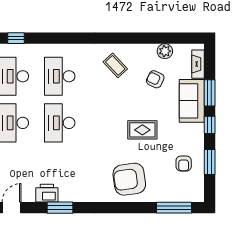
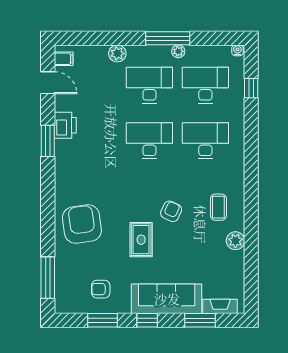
plant: (165, 51) -> (235, 241), moved
coffee table: (115, 65) -> (218, 207), turned -47
armchair: (155, 79) -> (171, 211), moved
window: (210, 93) -> (200, 320), moved
sofa: (192, 101) -> (167, 299), width x1.36

